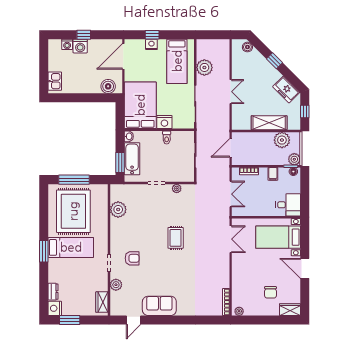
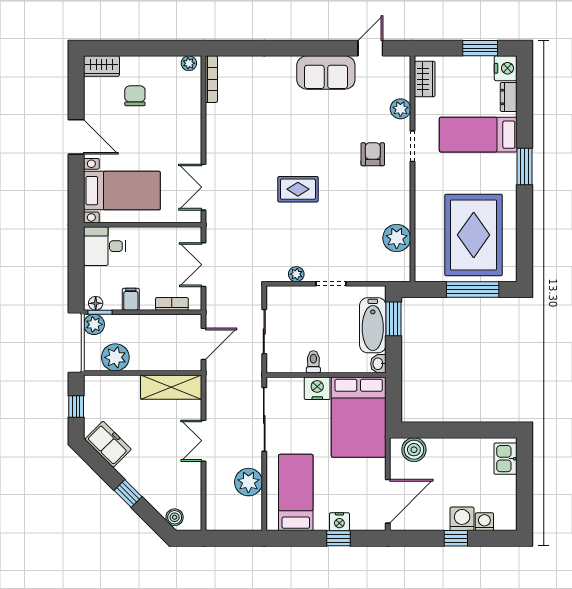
shelving: (269, 123) -> (171, 387), moved
rug: (176, 238) -> (298, 189), turned 90
bed: (71, 247) -> (478, 135), moved
armchair: (132, 258) -> (373, 154), turned 90

